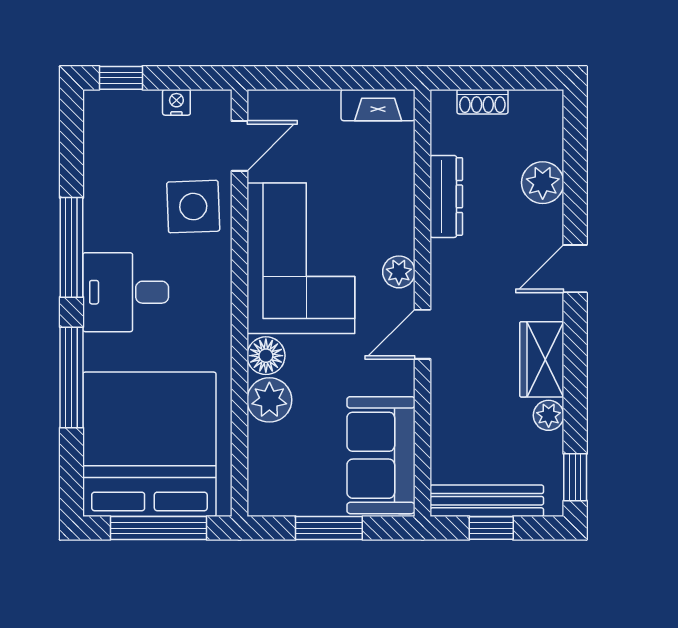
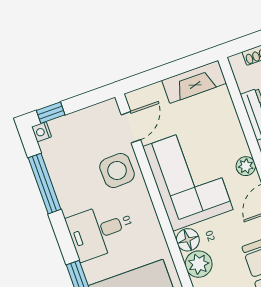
nightstand: (176, 102) -> (42, 132), moved, turned -90
fireplace: (378, 105) -> (194, 82), width x1.37, depth x1.32
window: (72, 247) -> (45, 184), moved

